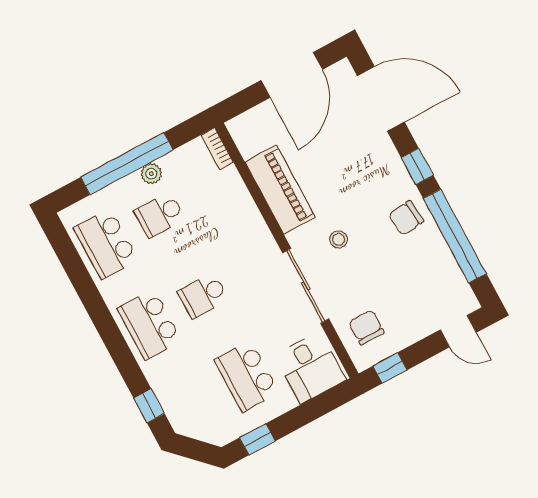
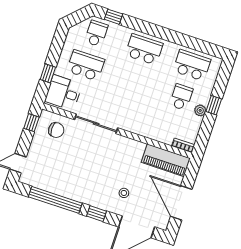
window: (127, 164) -> (214, 105), width x0.32
piano: (280, 190) -> (166, 160), moved
chair: (406, 218) -> (82, 189), removed
stool: (339, 239) -> (124, 193), moved
school desk: (203, 296) -> (96, 33), moved
window: (257, 439) -> (48, 73), moved

